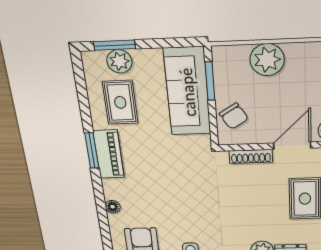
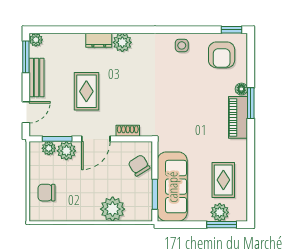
window: (92, 151) -> (251, 103), moved
piano: (109, 154) -> (238, 117), moved
shoe rack: (251, 156) -> (128, 131), width x0.70

